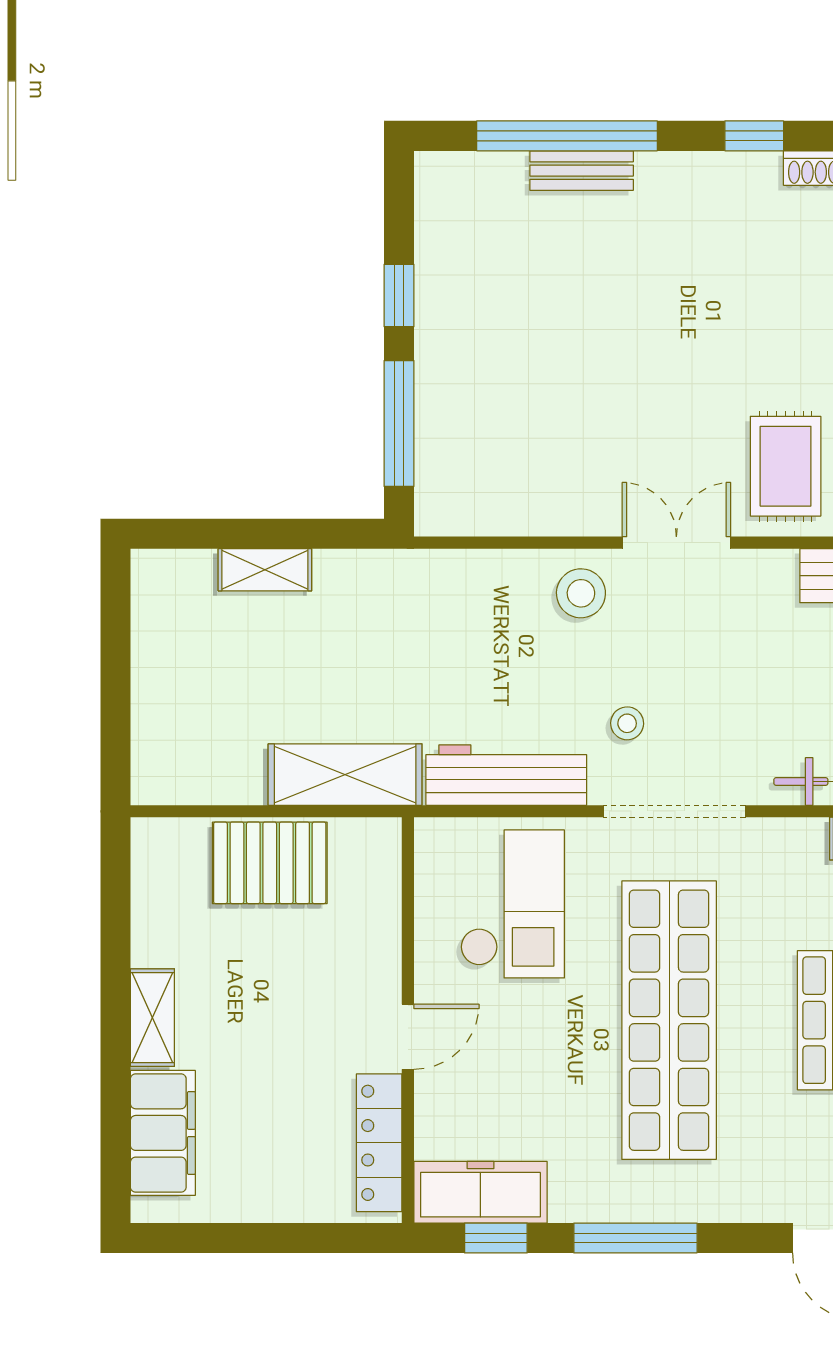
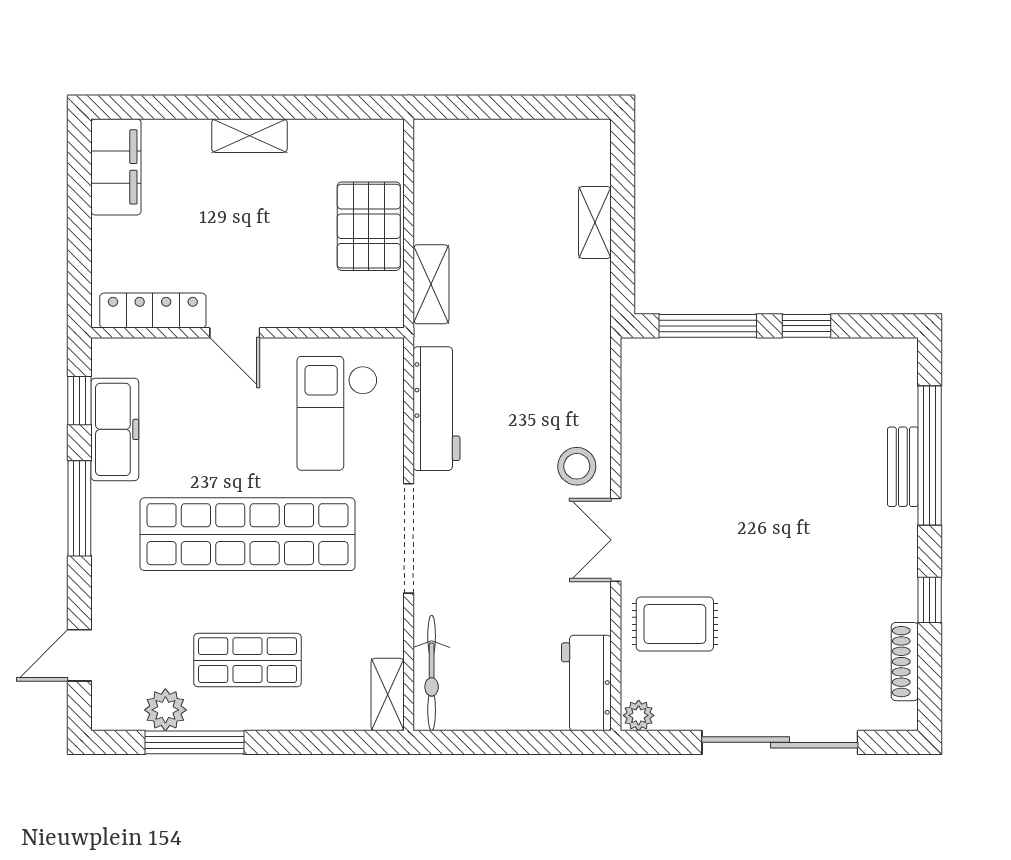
double door: (676, 543) -> (616, 540), swing flipped
stool: (627, 723) -> (476, 502), removed
shelving: (345, 775) -> (431, 284), width x0.67, depth x0.75
checkout: (512, 904) -> (337, 413), turned 90
filing cabinet: (163, 1133) -> (116, 167), moved, turned -90
freezer: (480, 1192) -> (115, 429), moved

